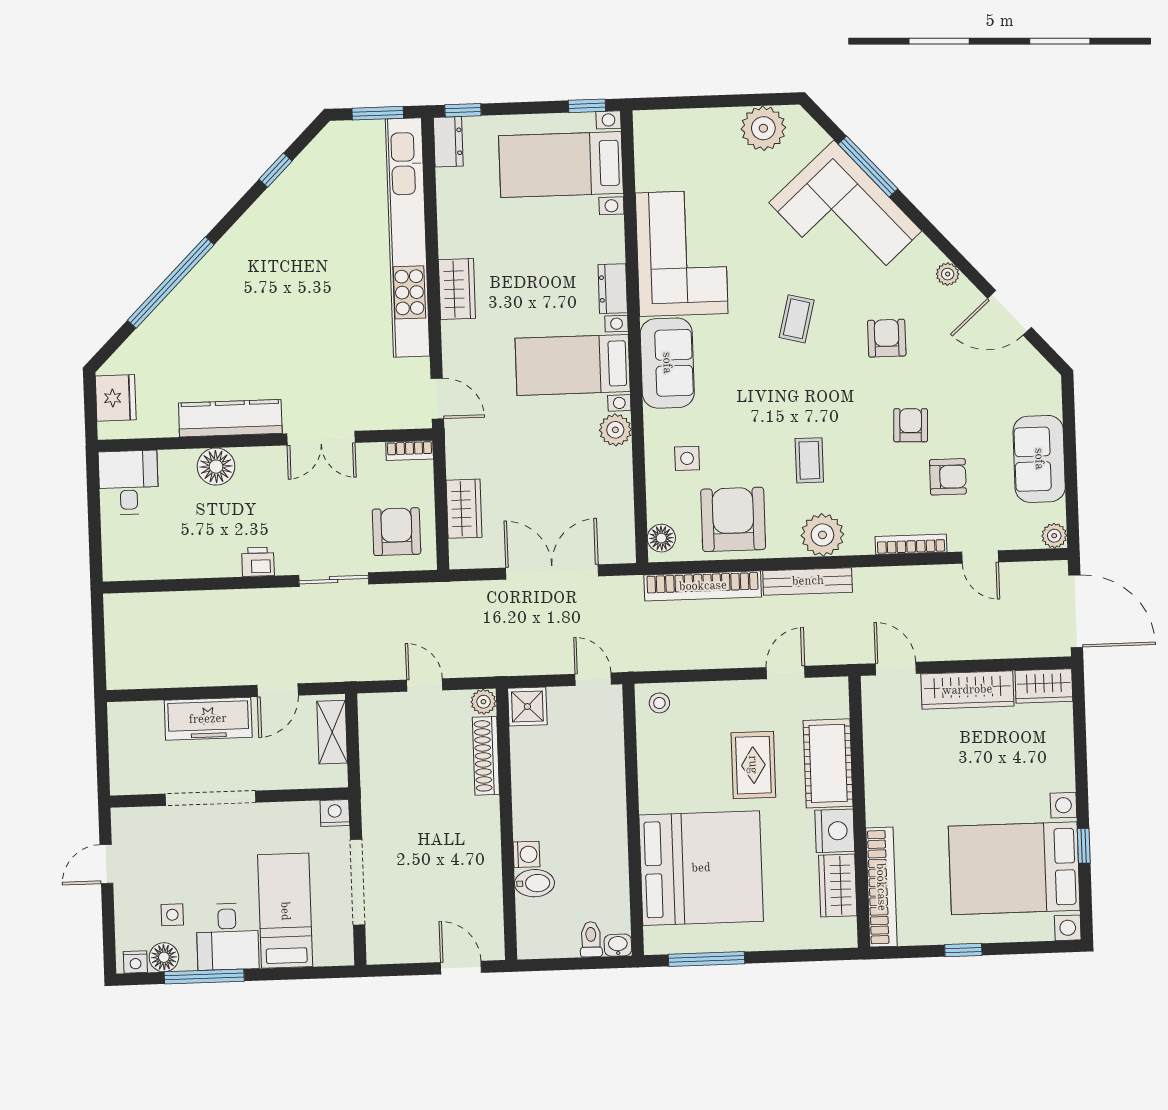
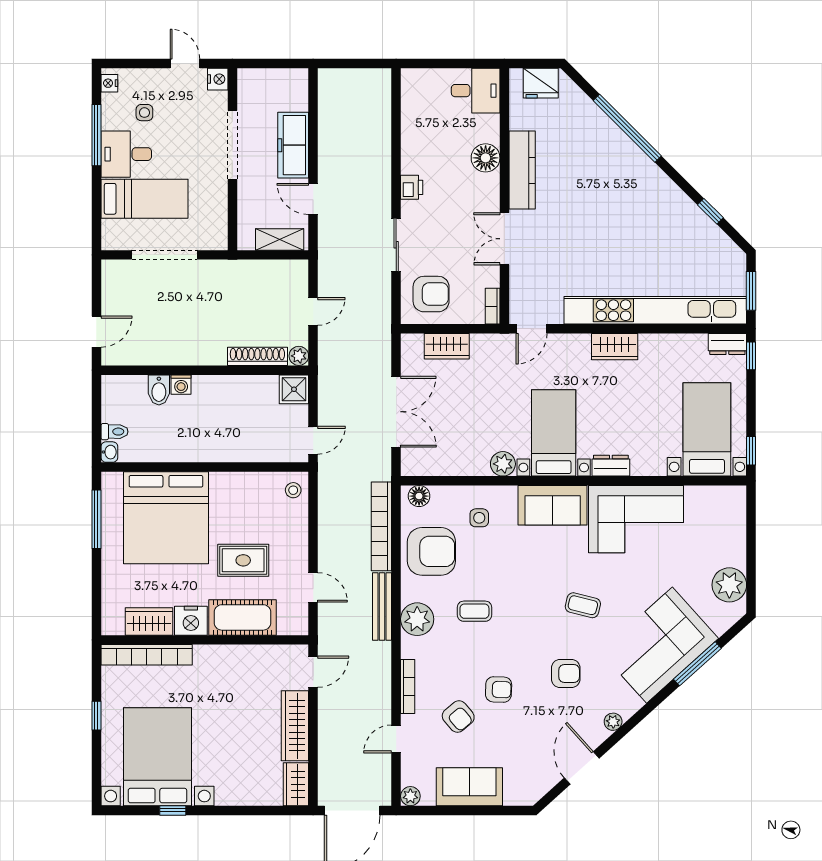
armchair: (948, 477) -> (458, 717), turned -40
nightstand: (335, 813) -> (218, 79), moved
floor lamp: (164, 957) -> (112, 105), removed

